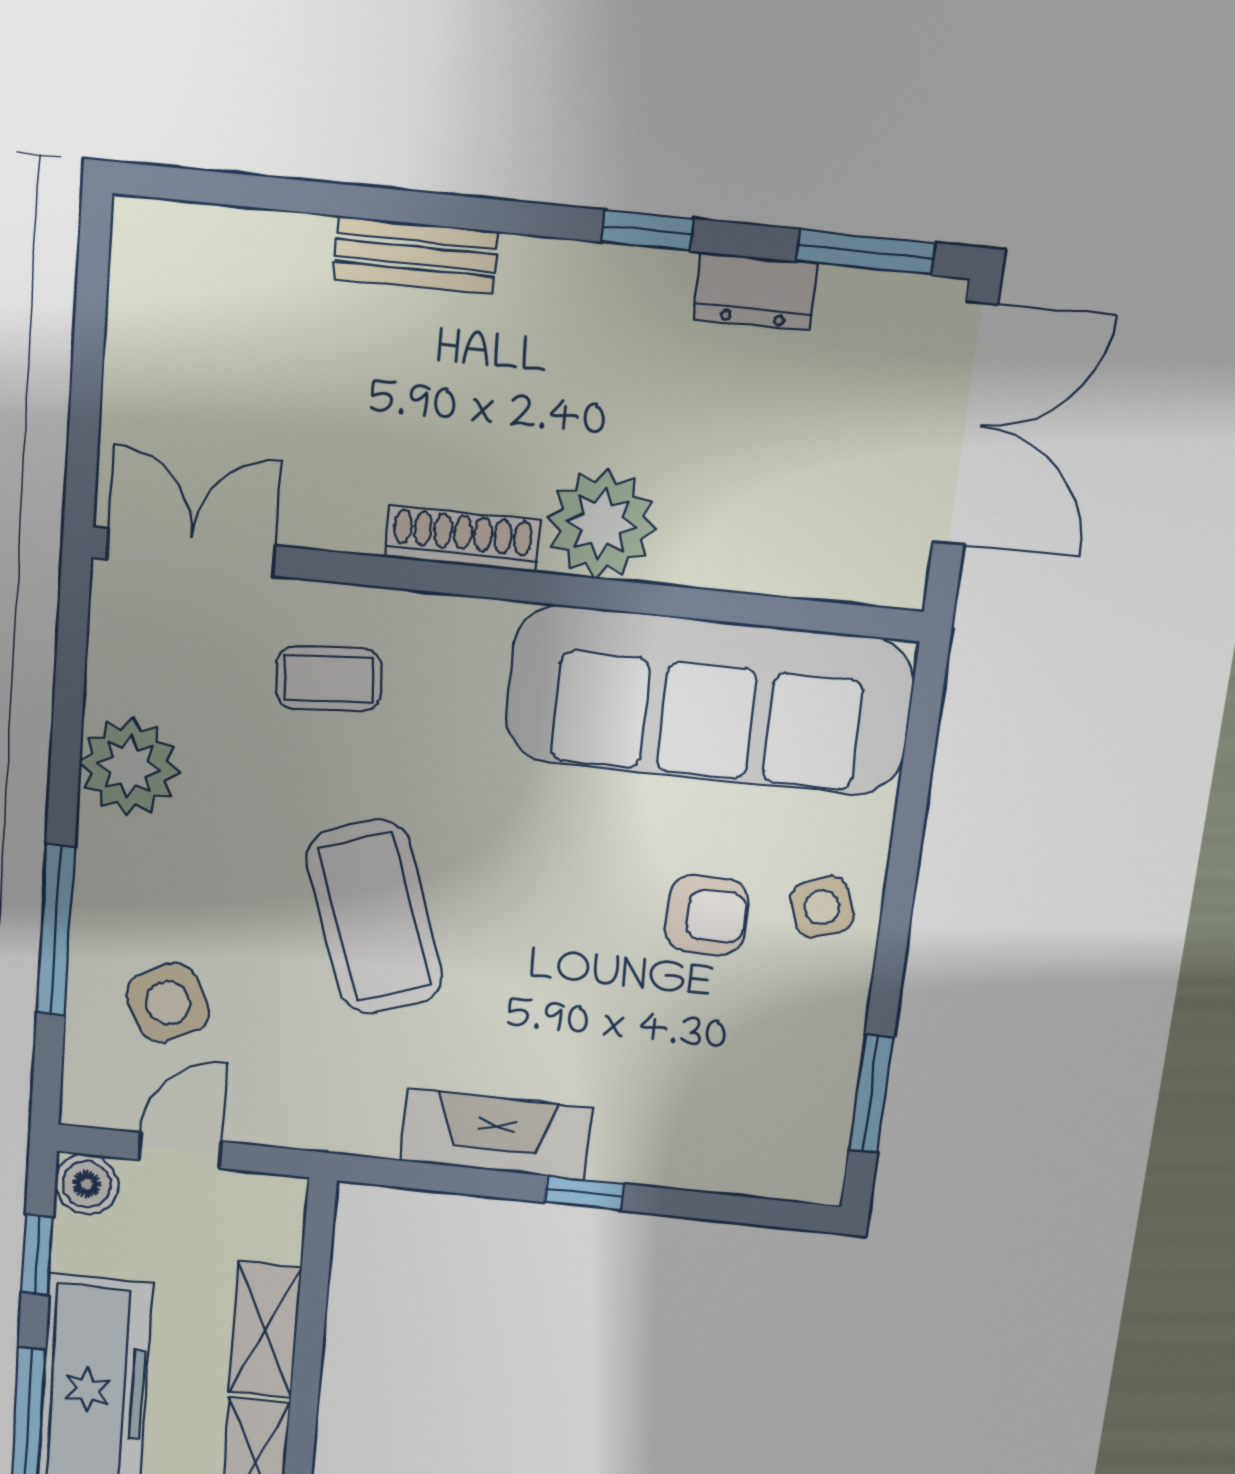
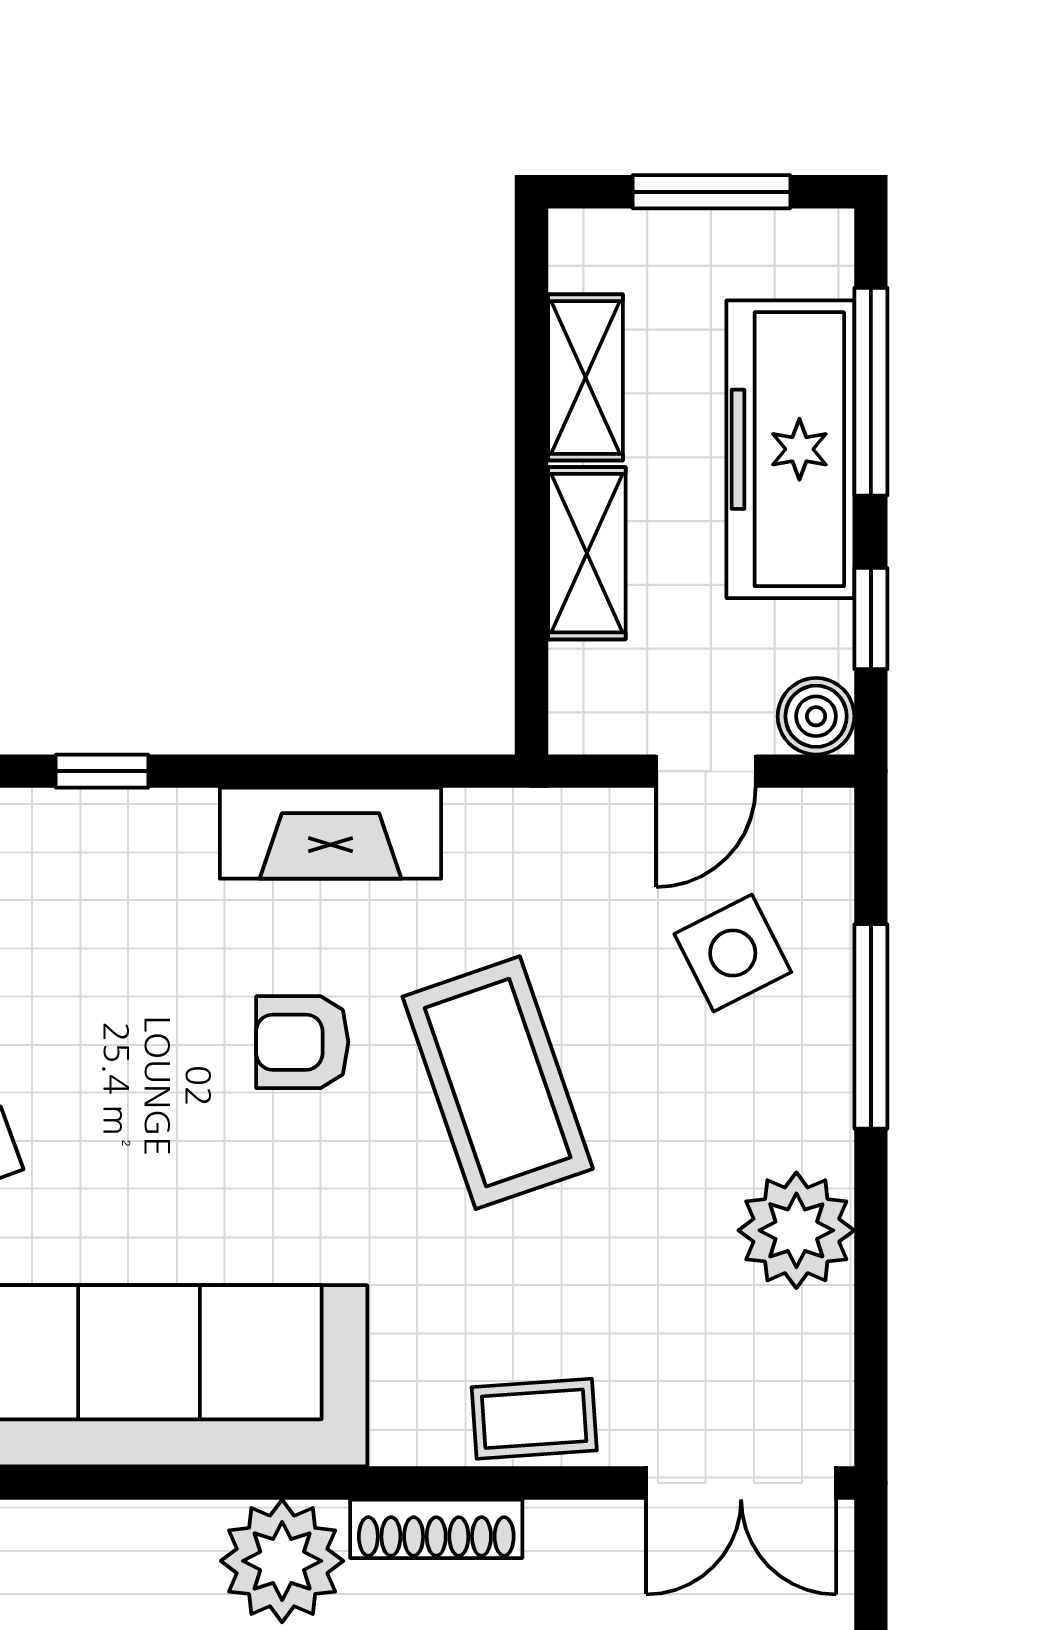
coffee table: (329, 679) -> (534, 1419), moved
armchair: (707, 915) -> (302, 1042), moved
window: (584, 1193) -> (102, 771), moved

